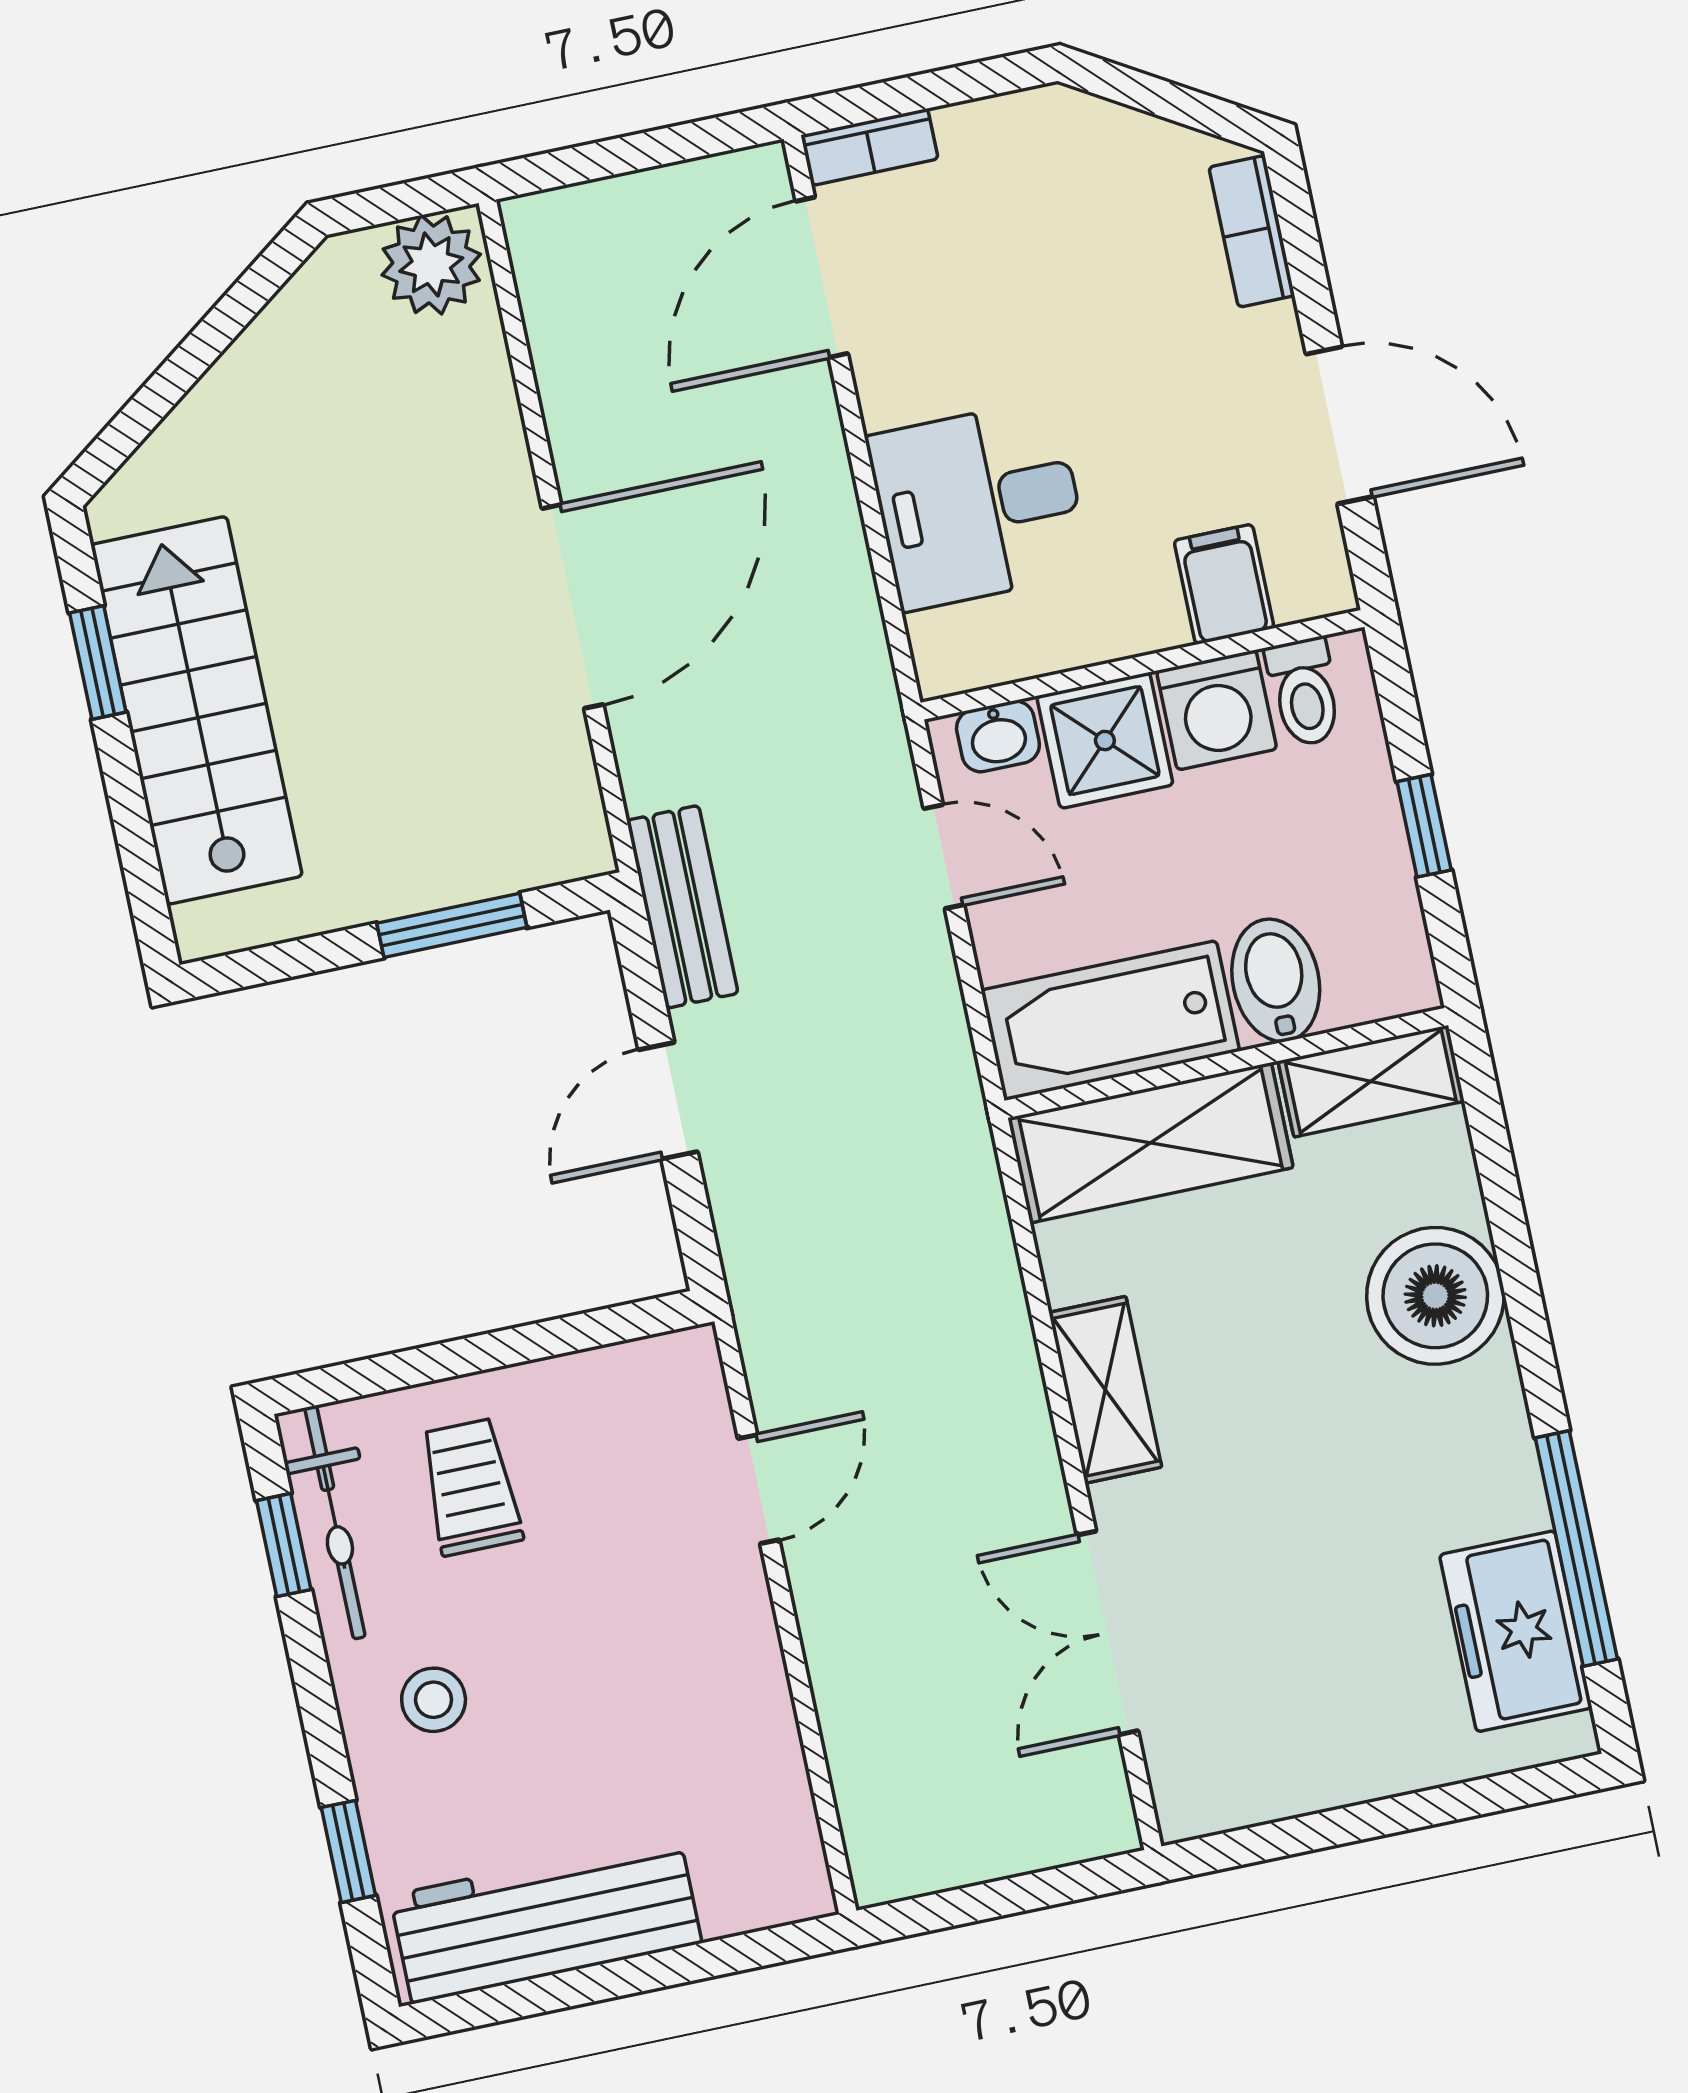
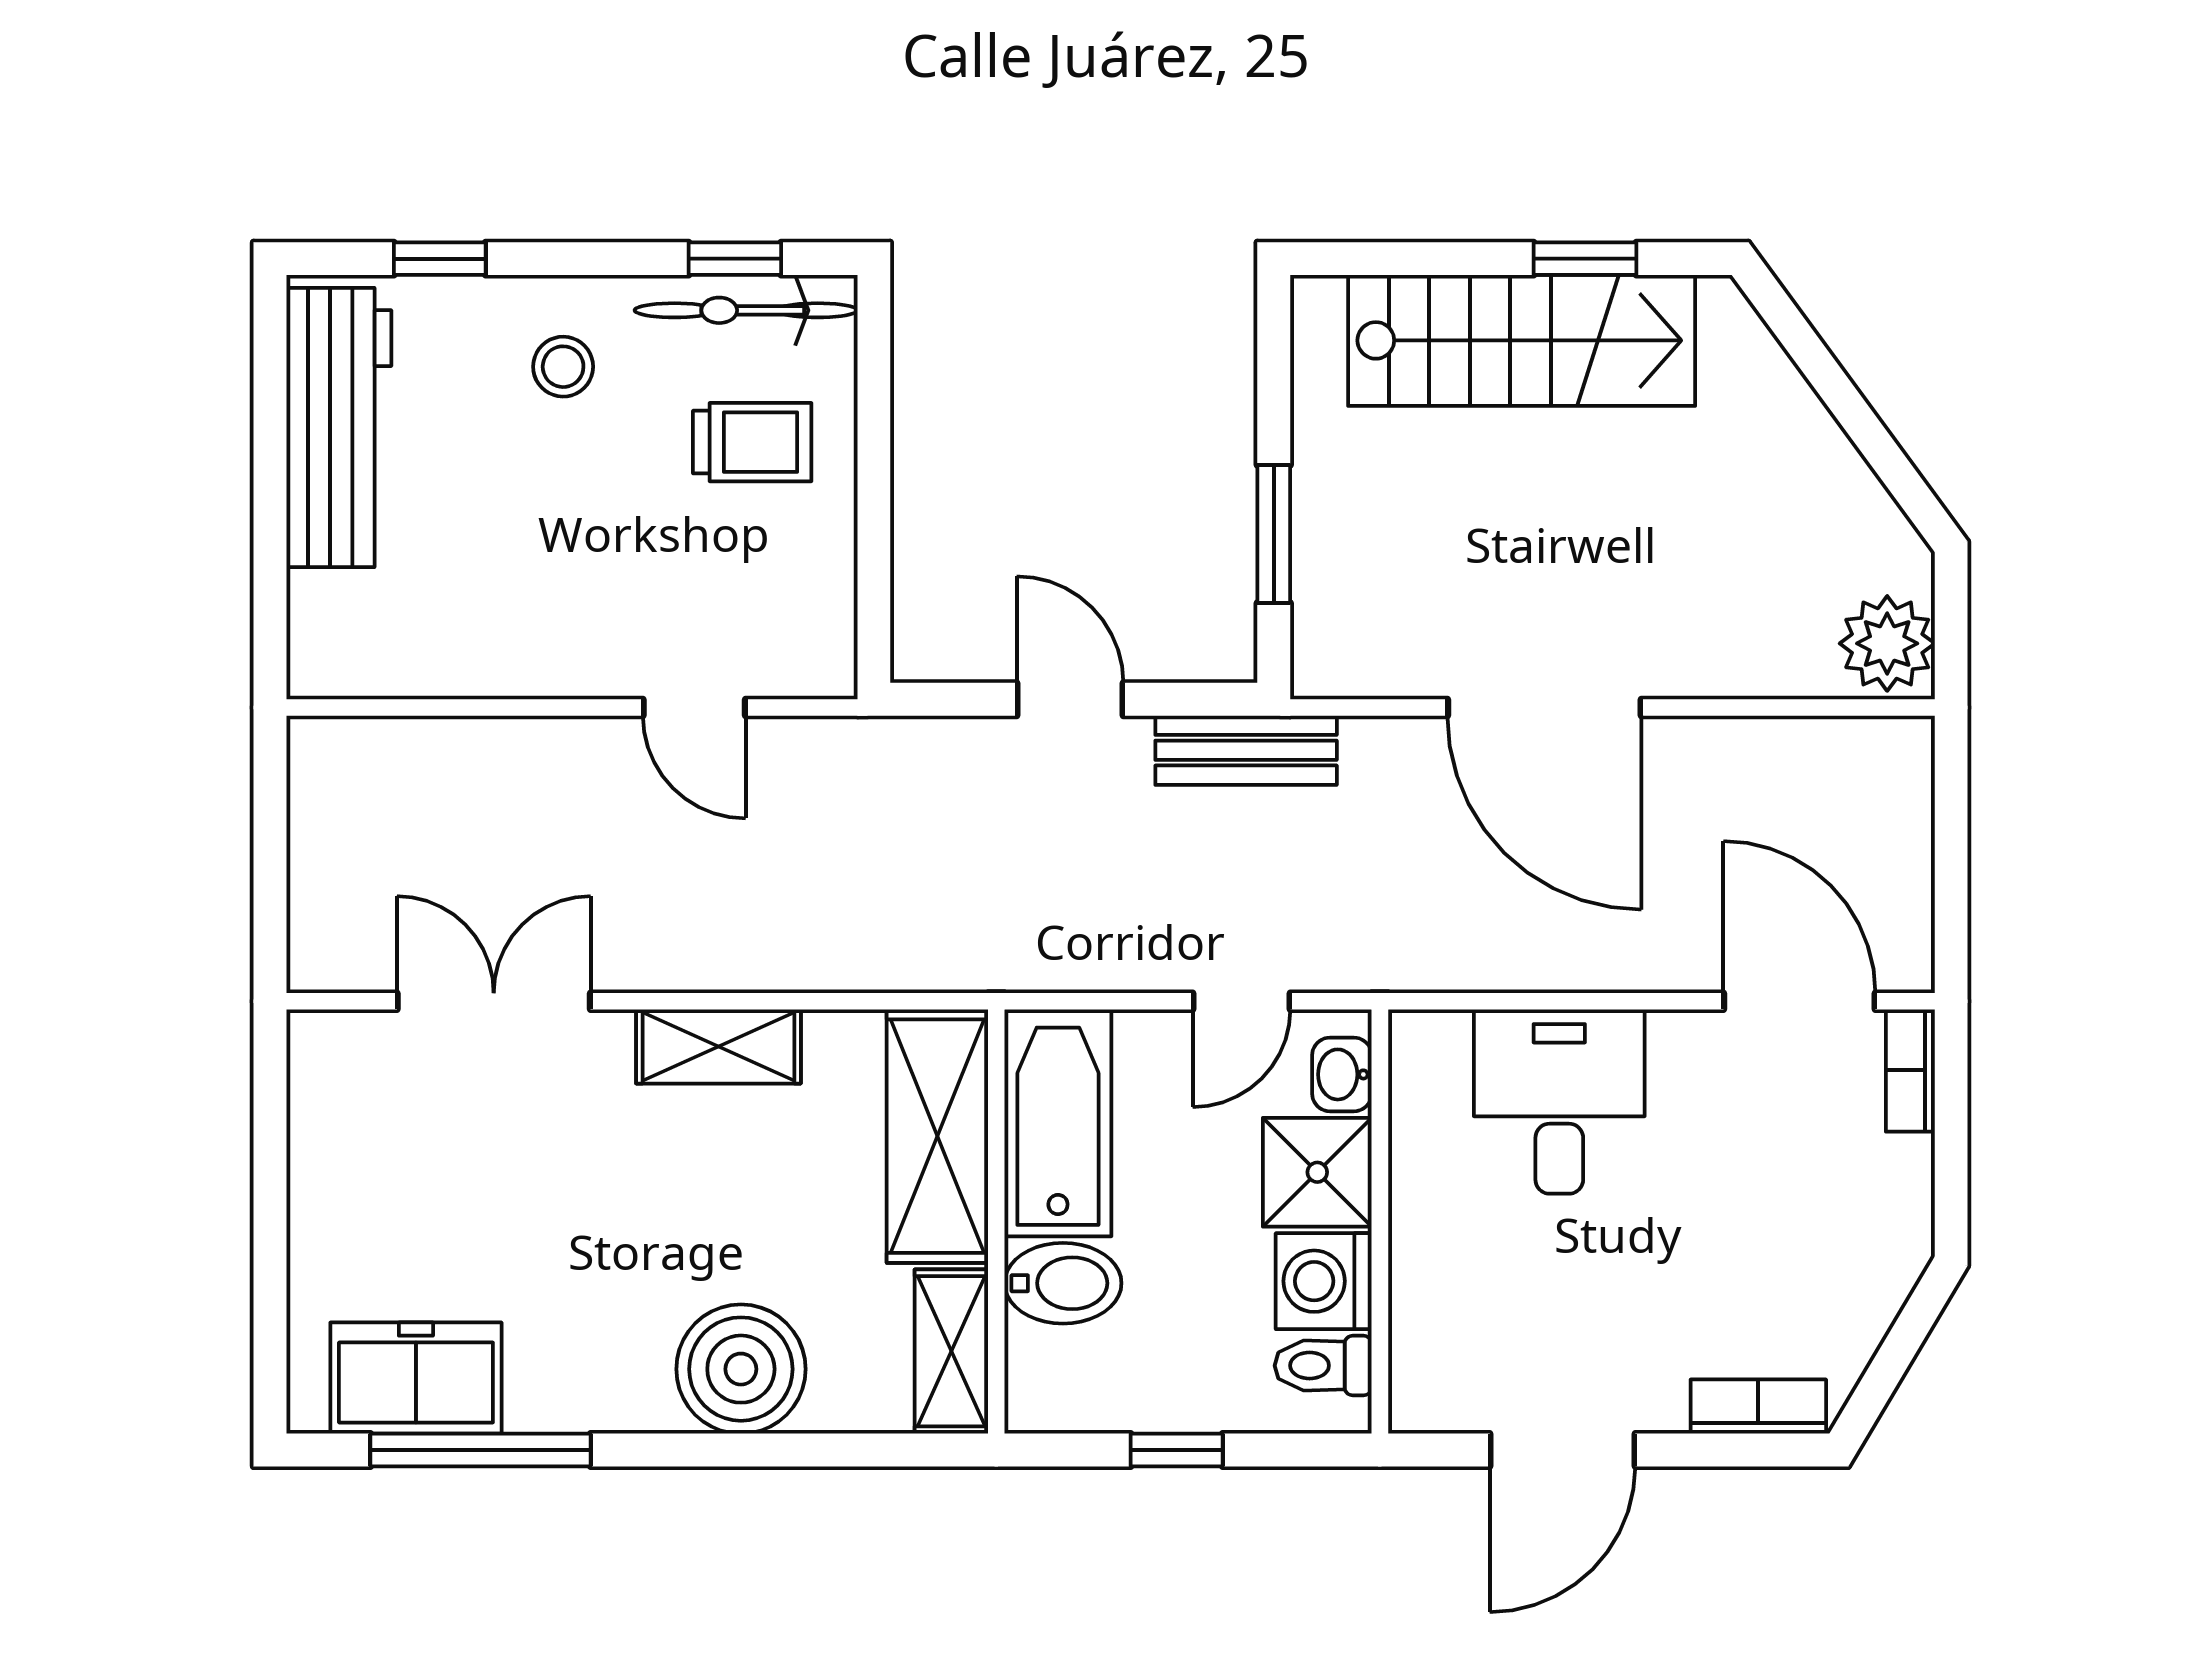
filing cabinet: (1224, 584) -> (1438, 1312), removed

